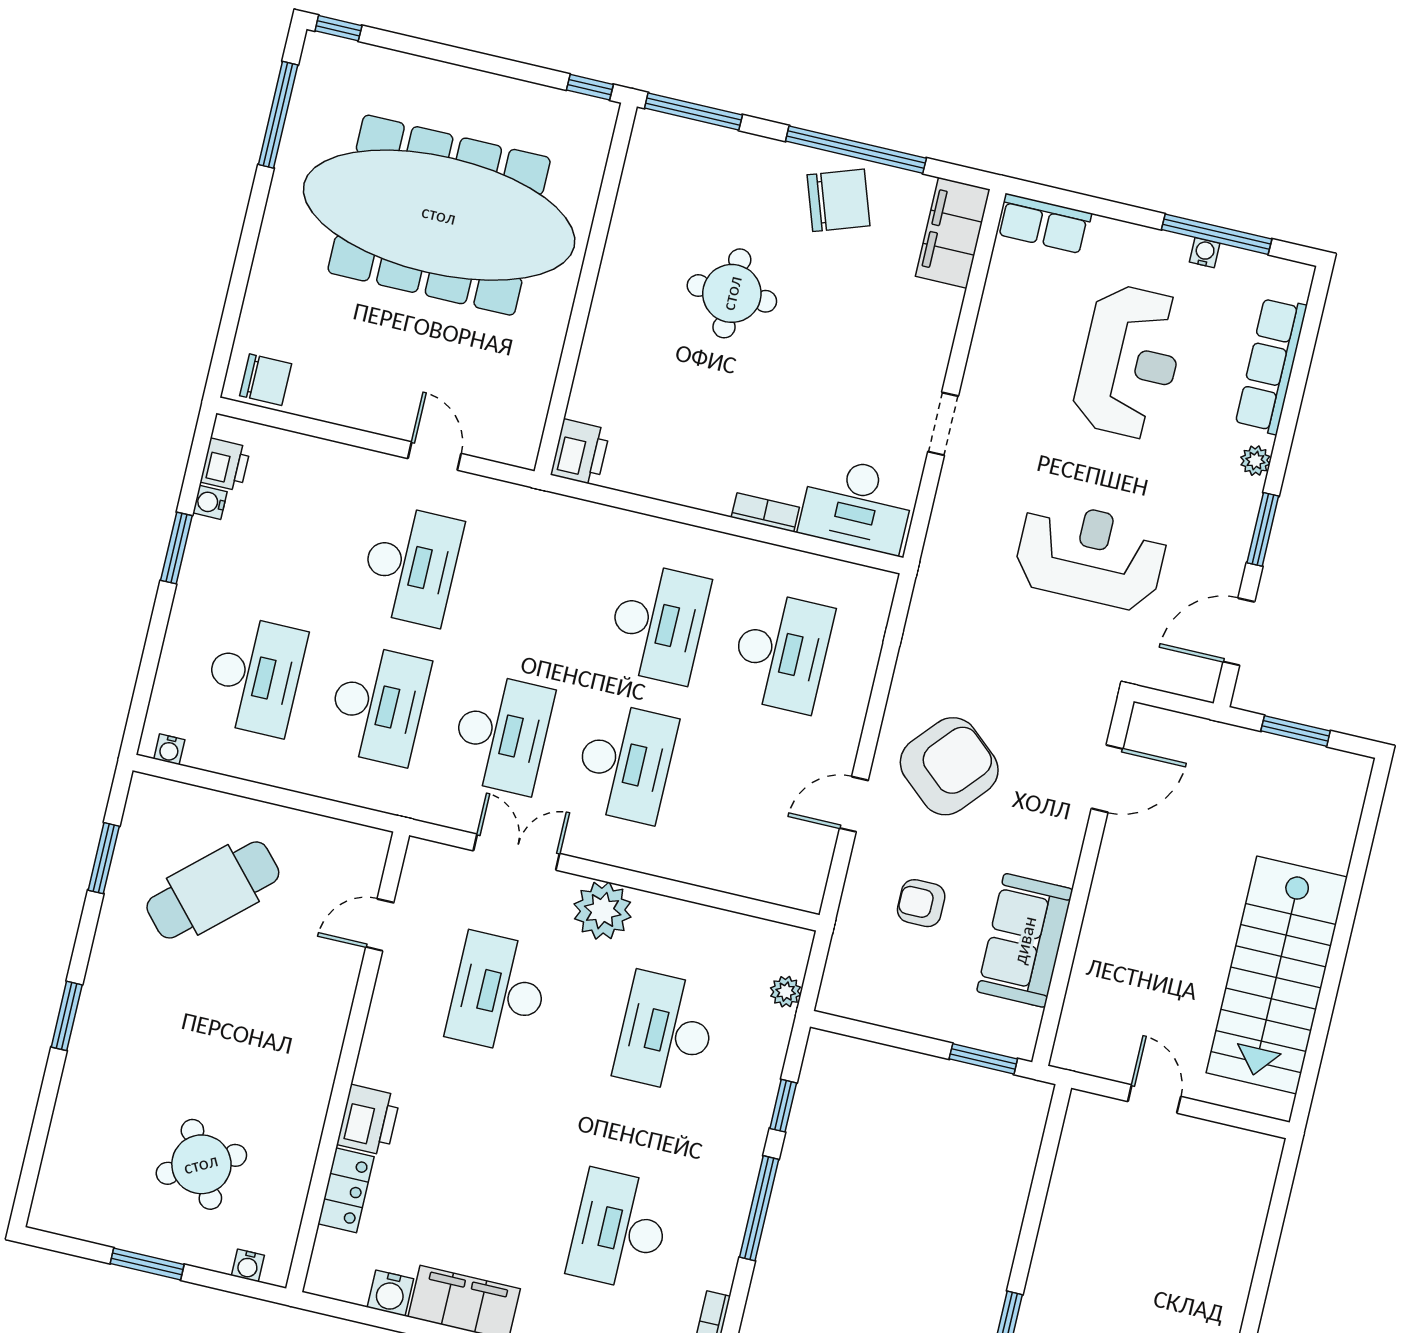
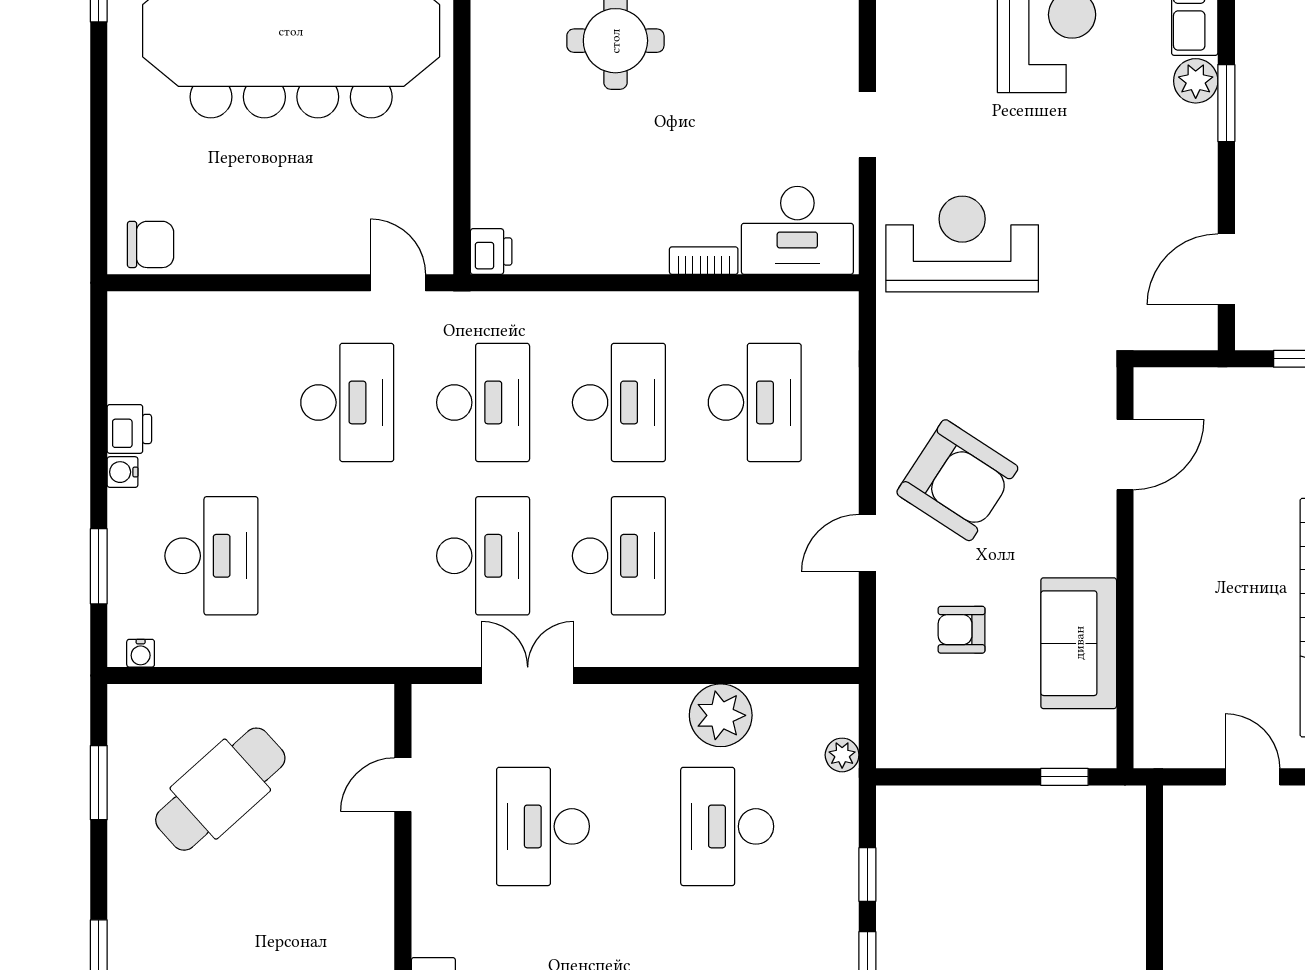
printer: (580, 452) -> (491, 252), width x0.73, depth x0.81
door: (434, 456) -> (398, 283), moved
plant: (1255, 461) -> (1196, 81), width x1.38, depth x1.38
printer: (225, 465) -> (129, 429), moved
water cooler: (210, 502) -> (123, 472), moved
window: (1263, 529) -> (1226, 103), moved
window: (176, 548) -> (99, 566), moved
reception desk: (1091, 555) -> (962, 244), moved
desk: (378, 705) -> (483, 402), moved
armchair: (949, 766) -> (957, 480), turned 82
plant: (603, 911) -> (721, 715), moved
window: (983, 1059) -> (1064, 777), width x0.67

